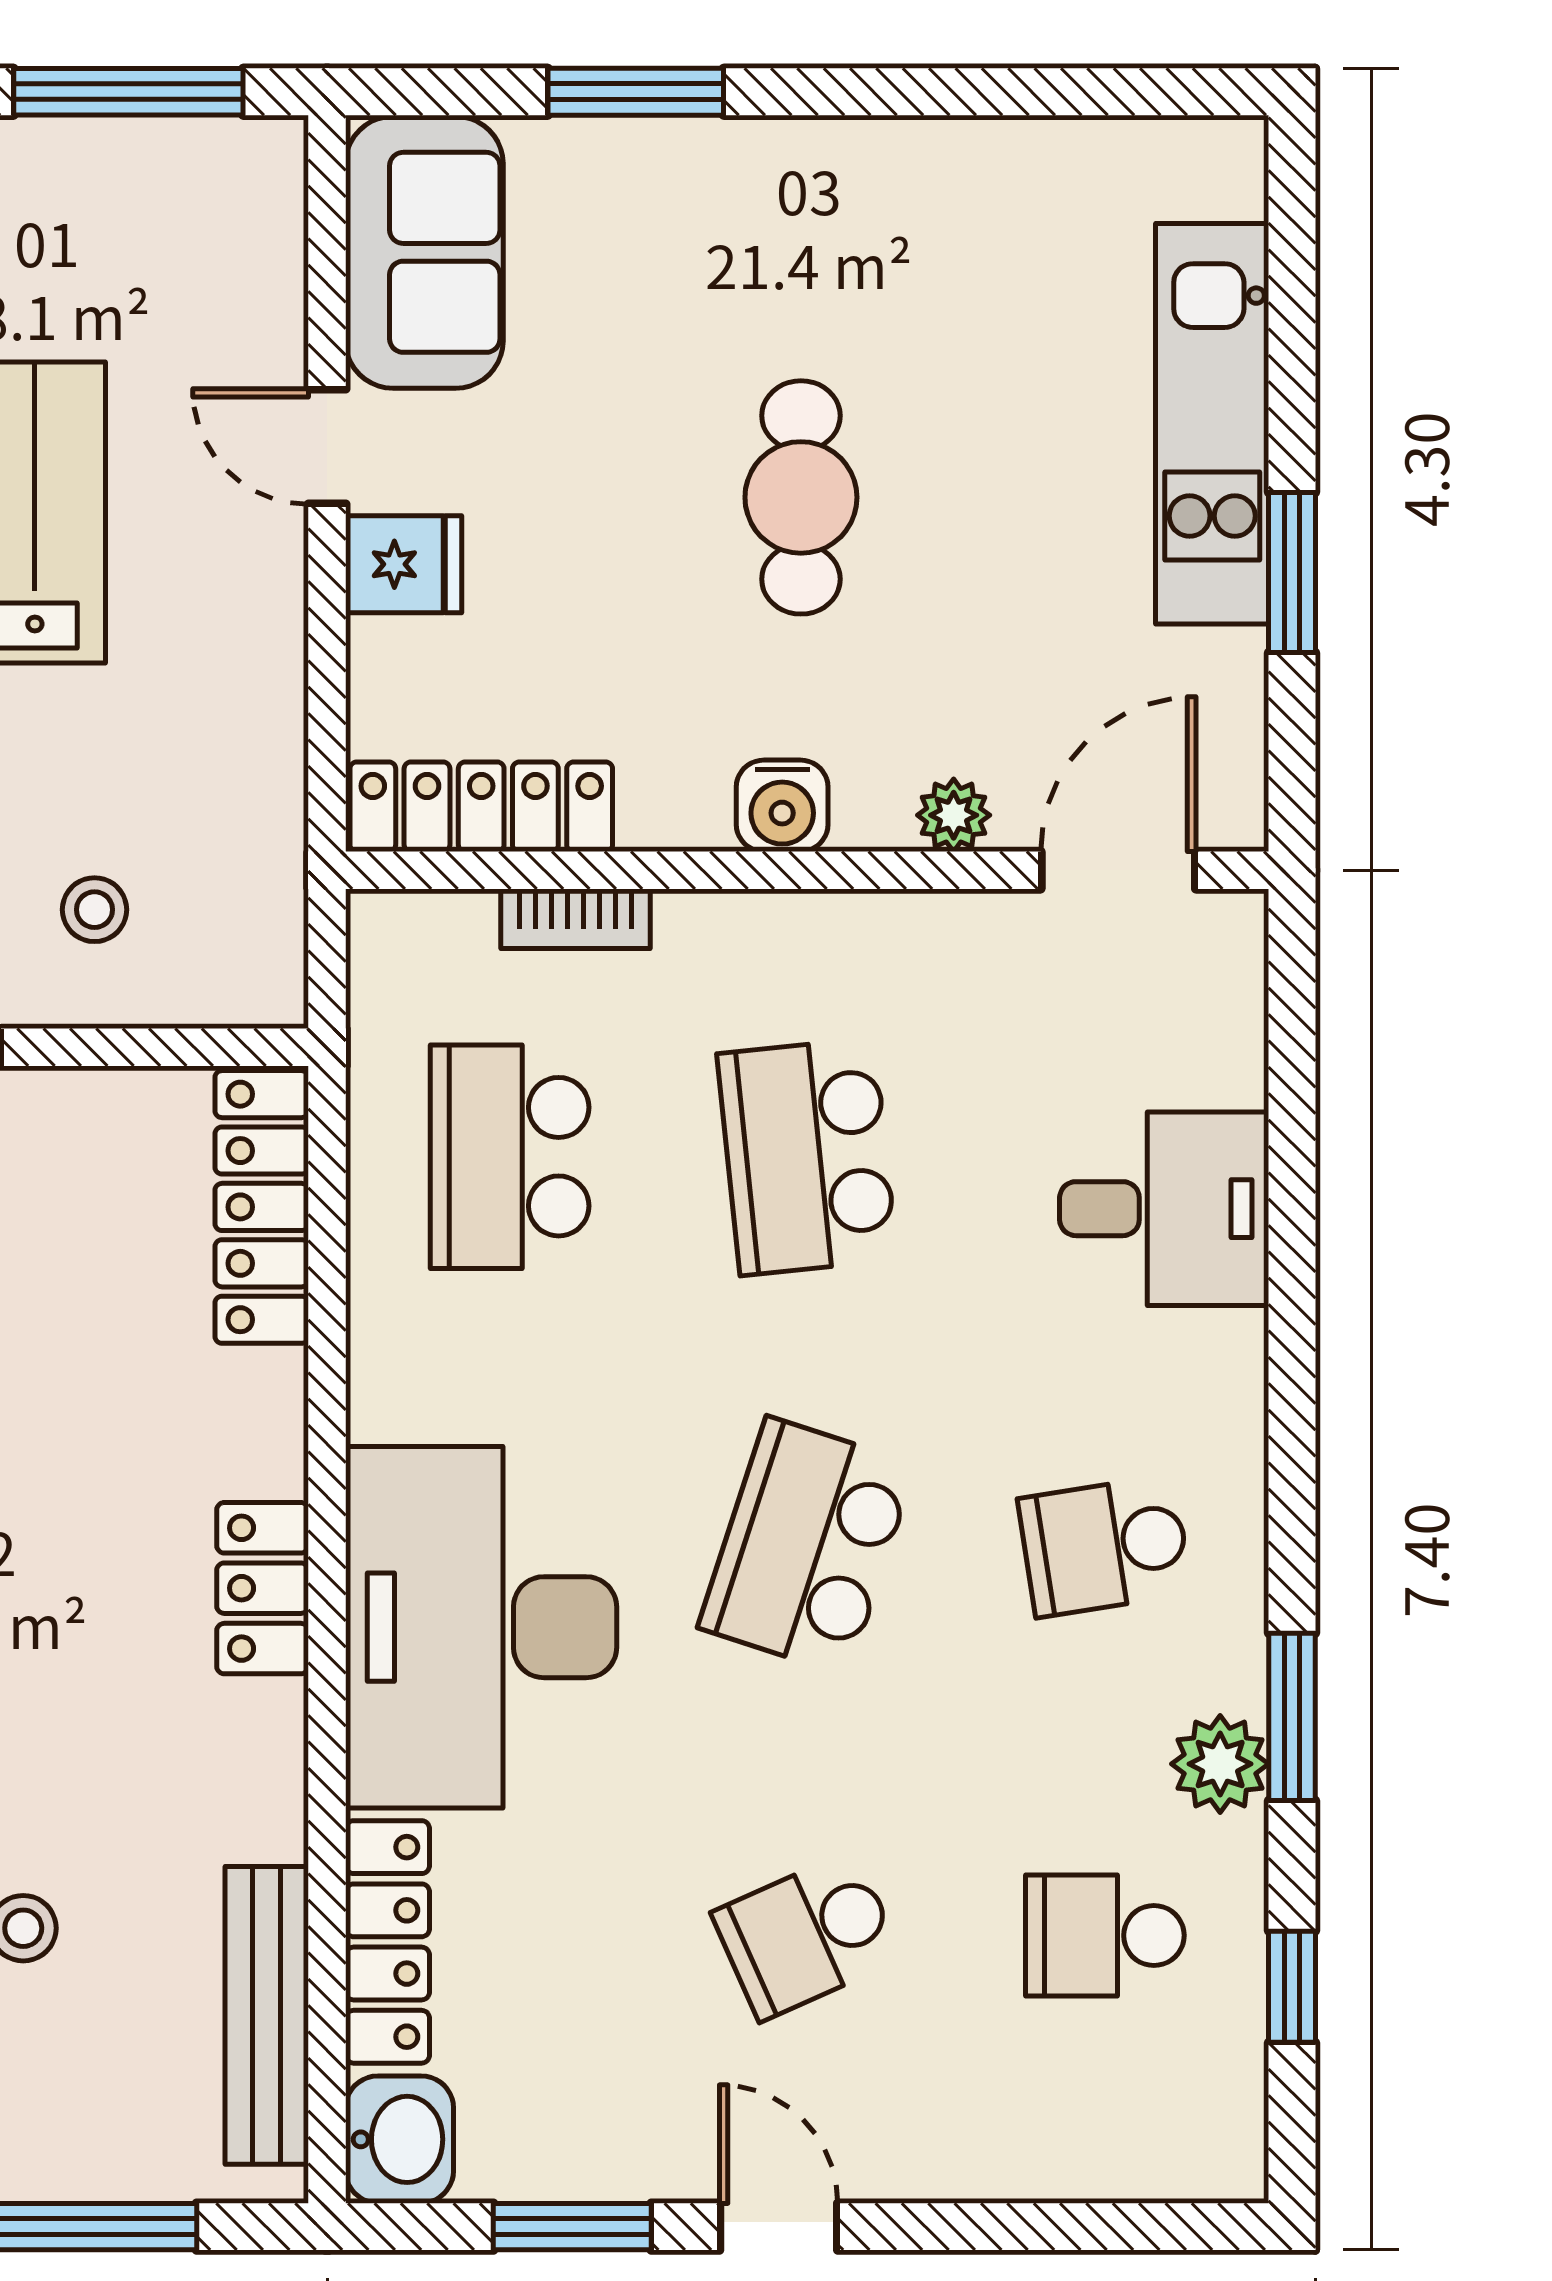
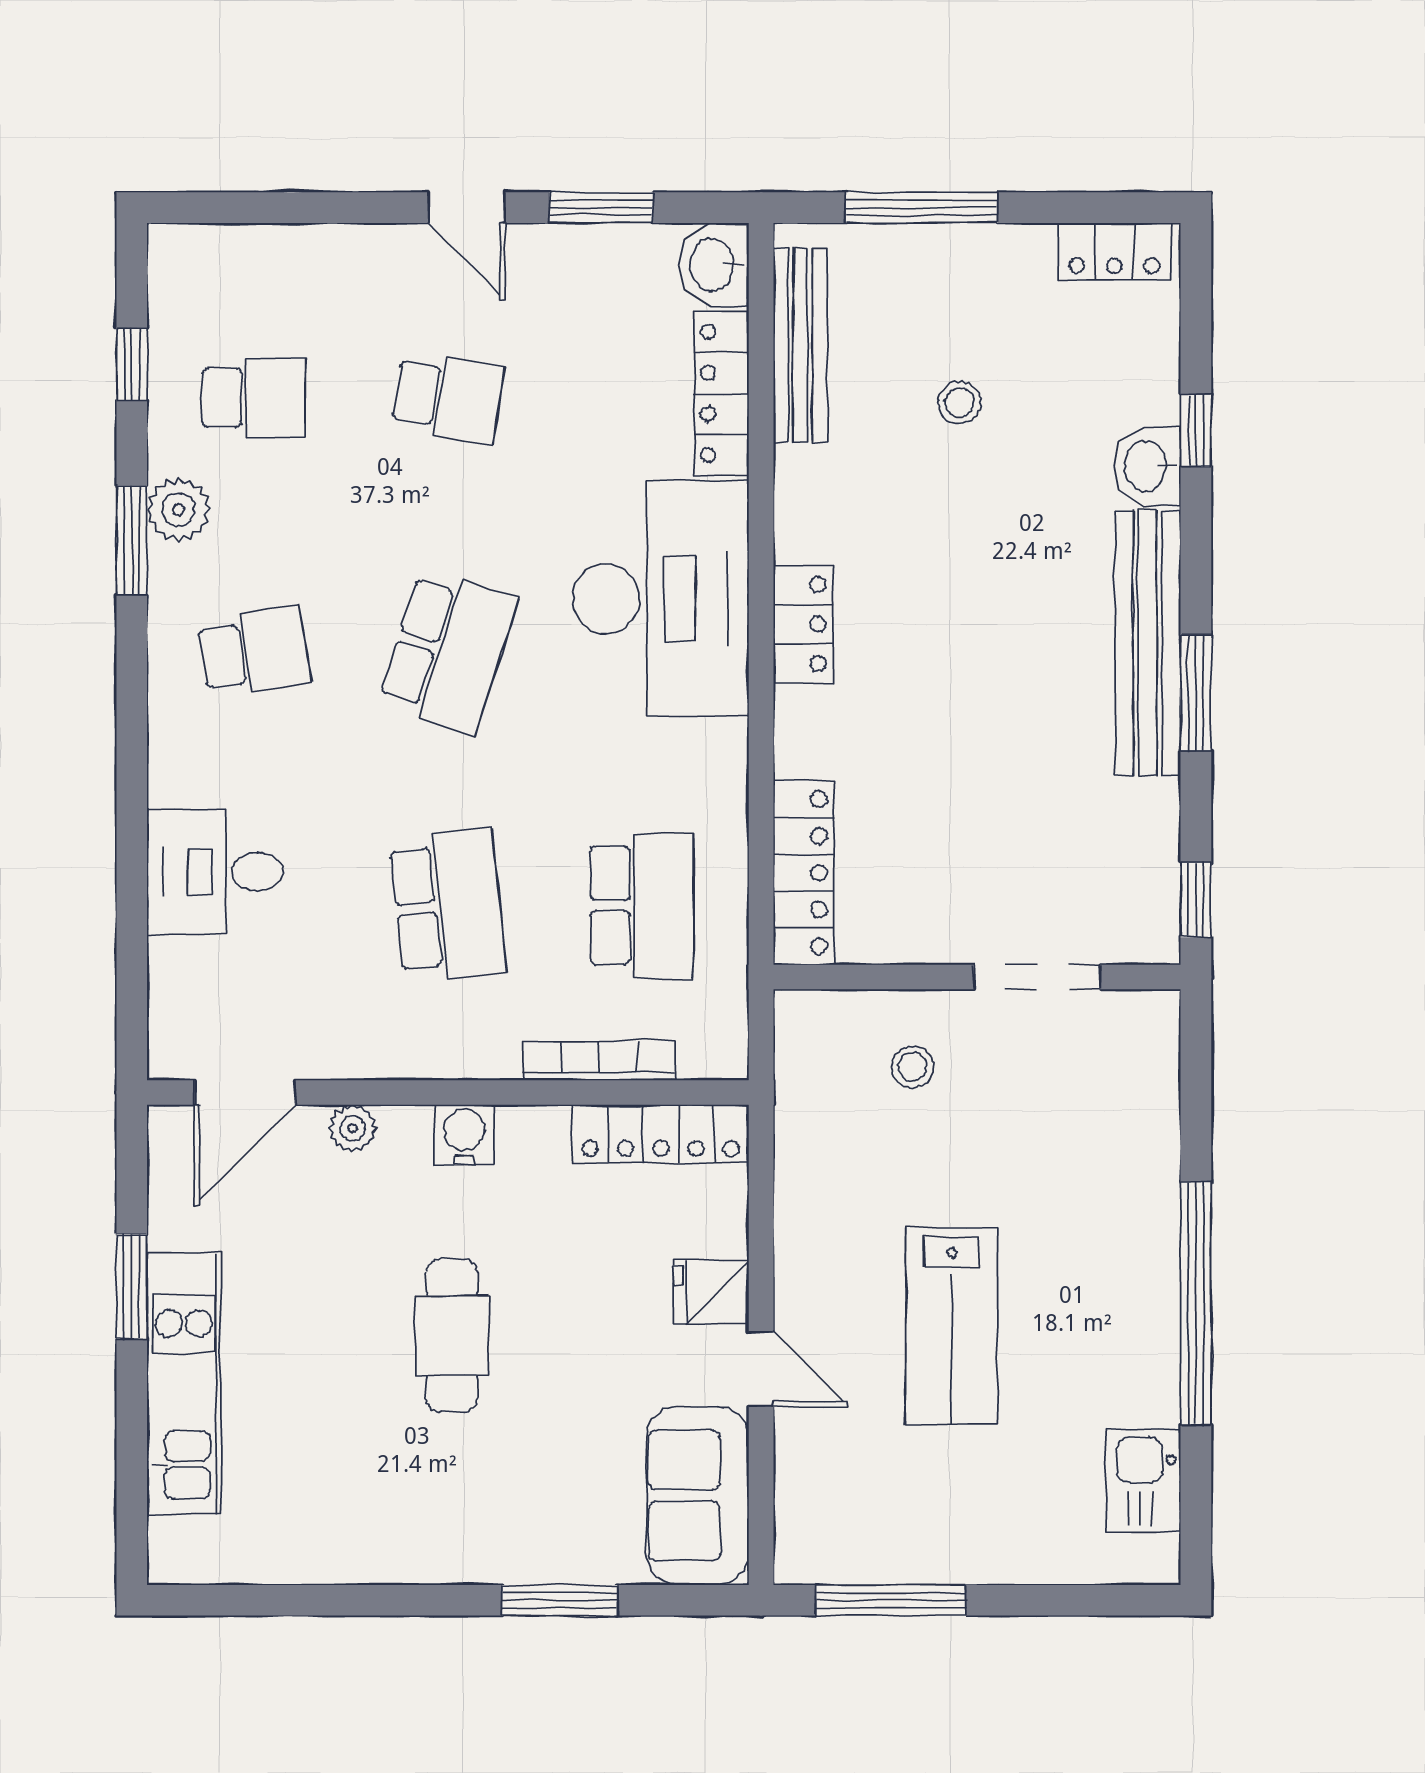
bookcase: (575, 919) -> (599, 1061), width x1.56
school desk: (807, 1935) -> (448, 398), turned 33

